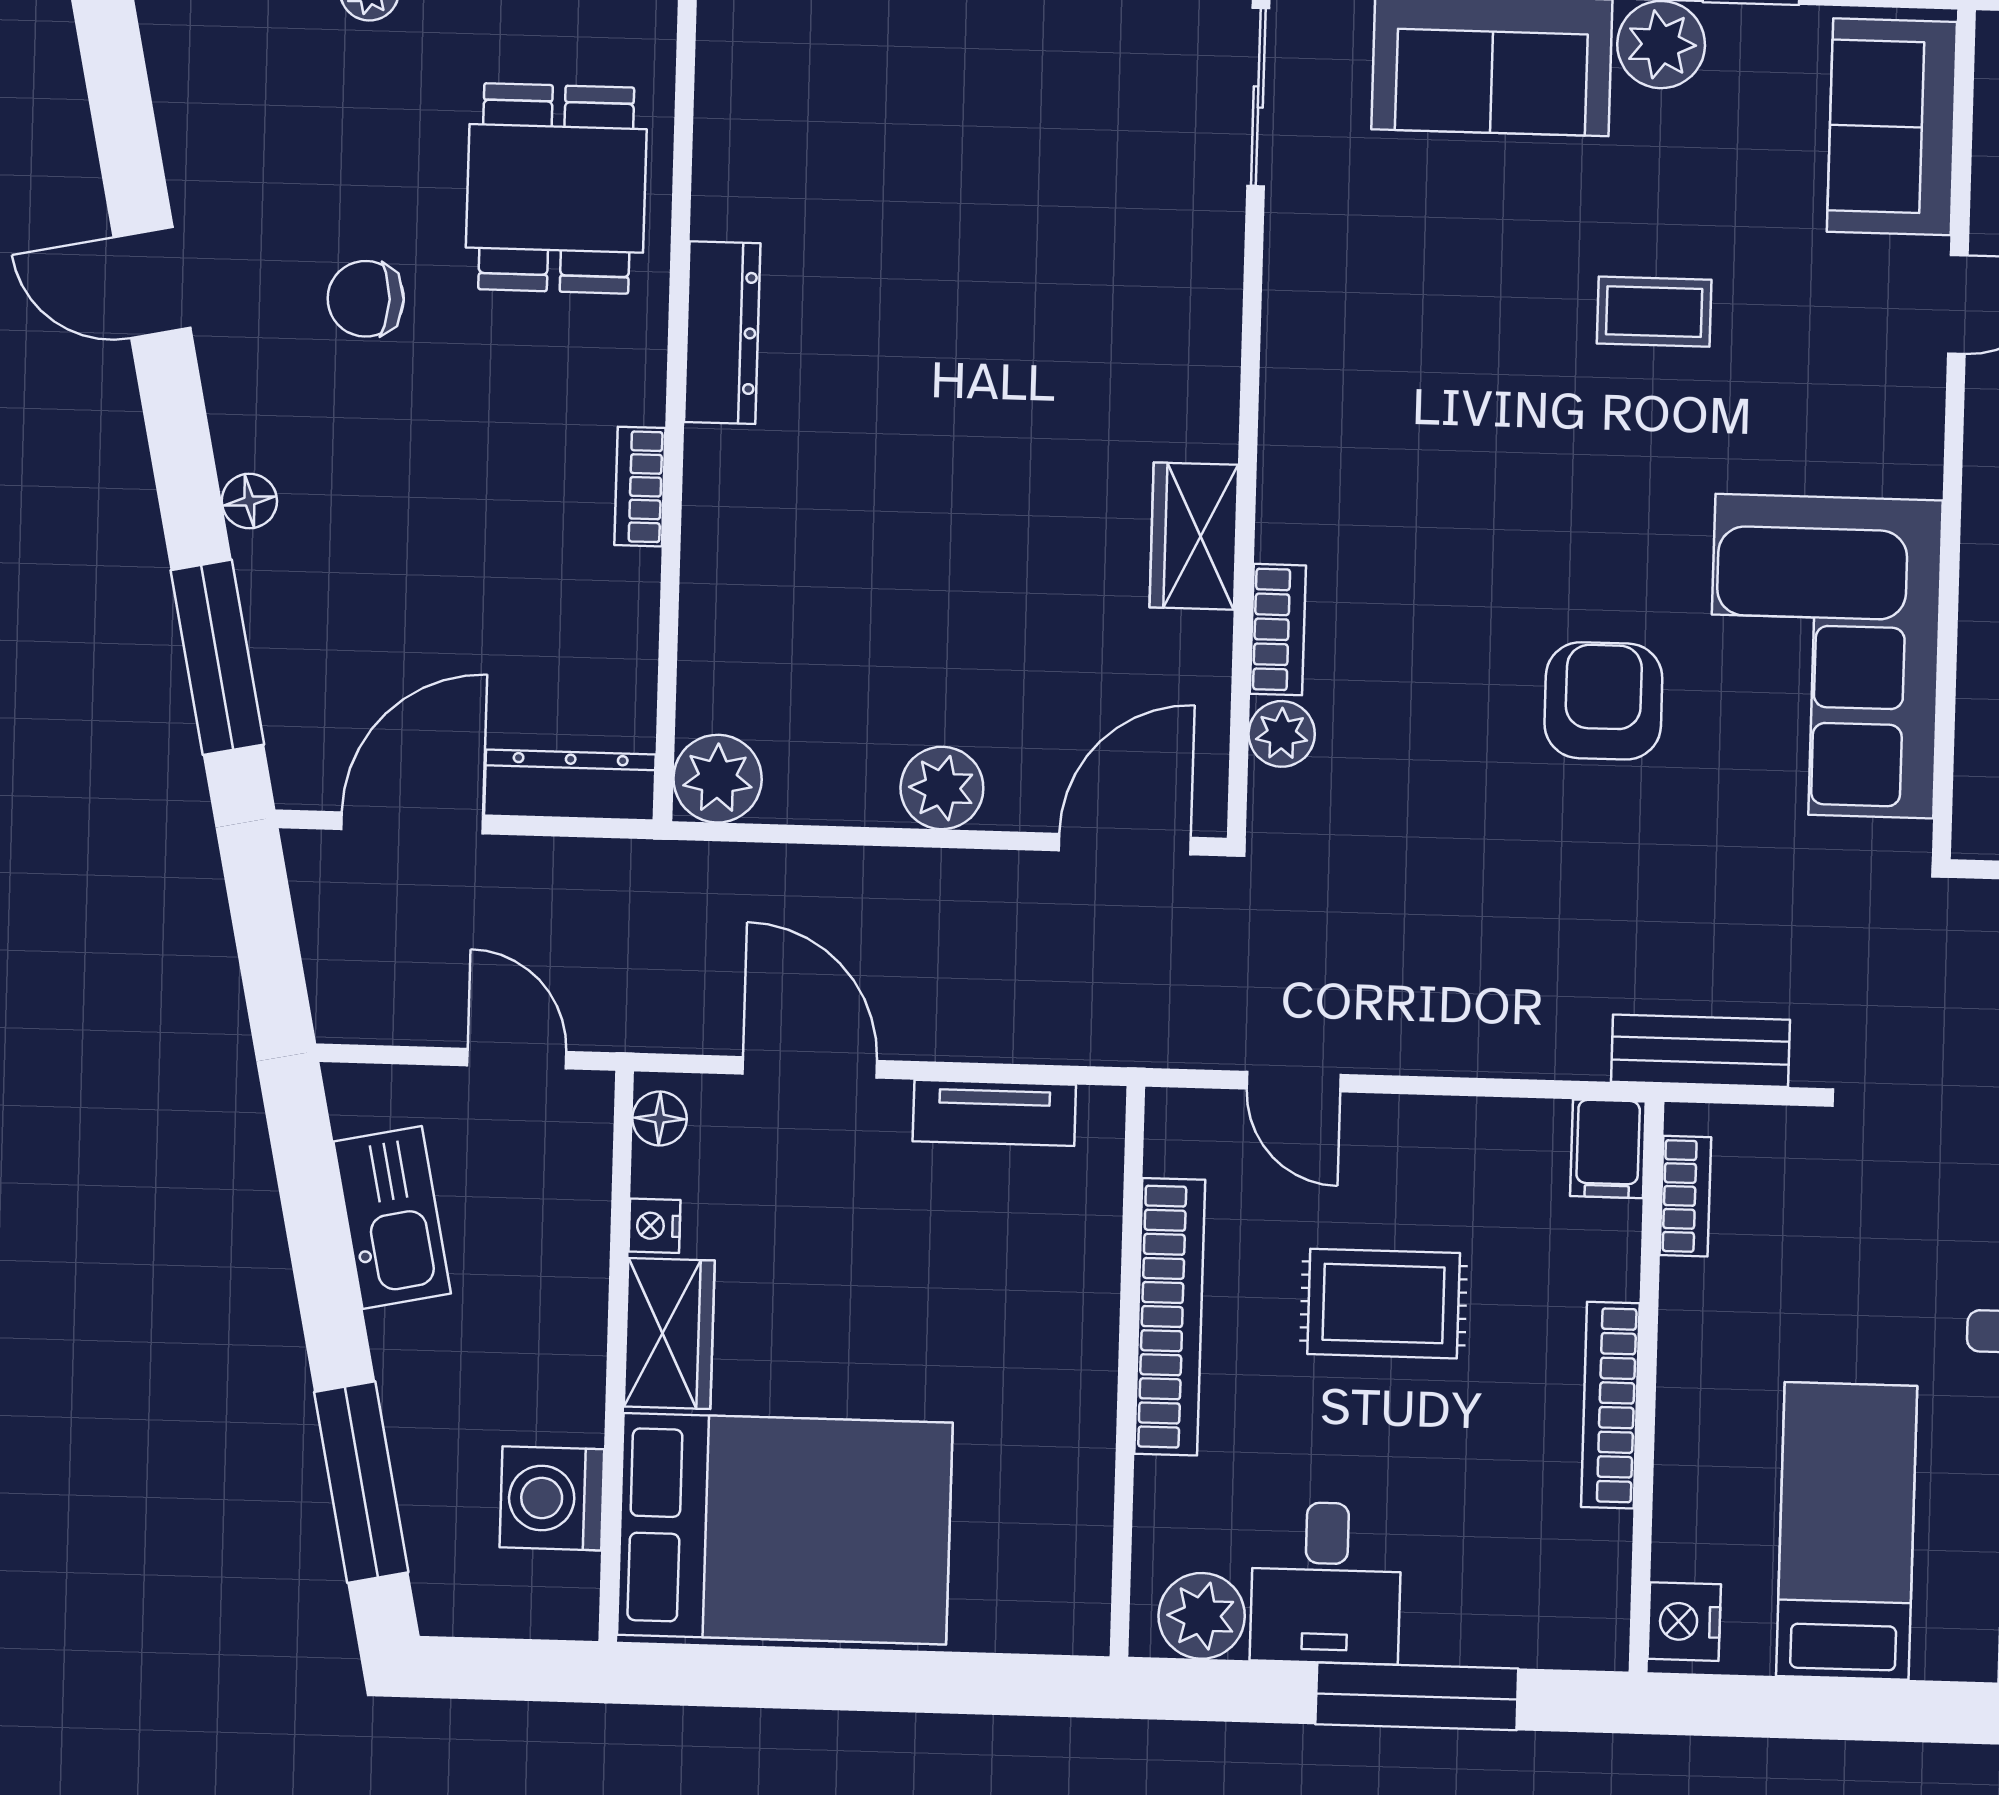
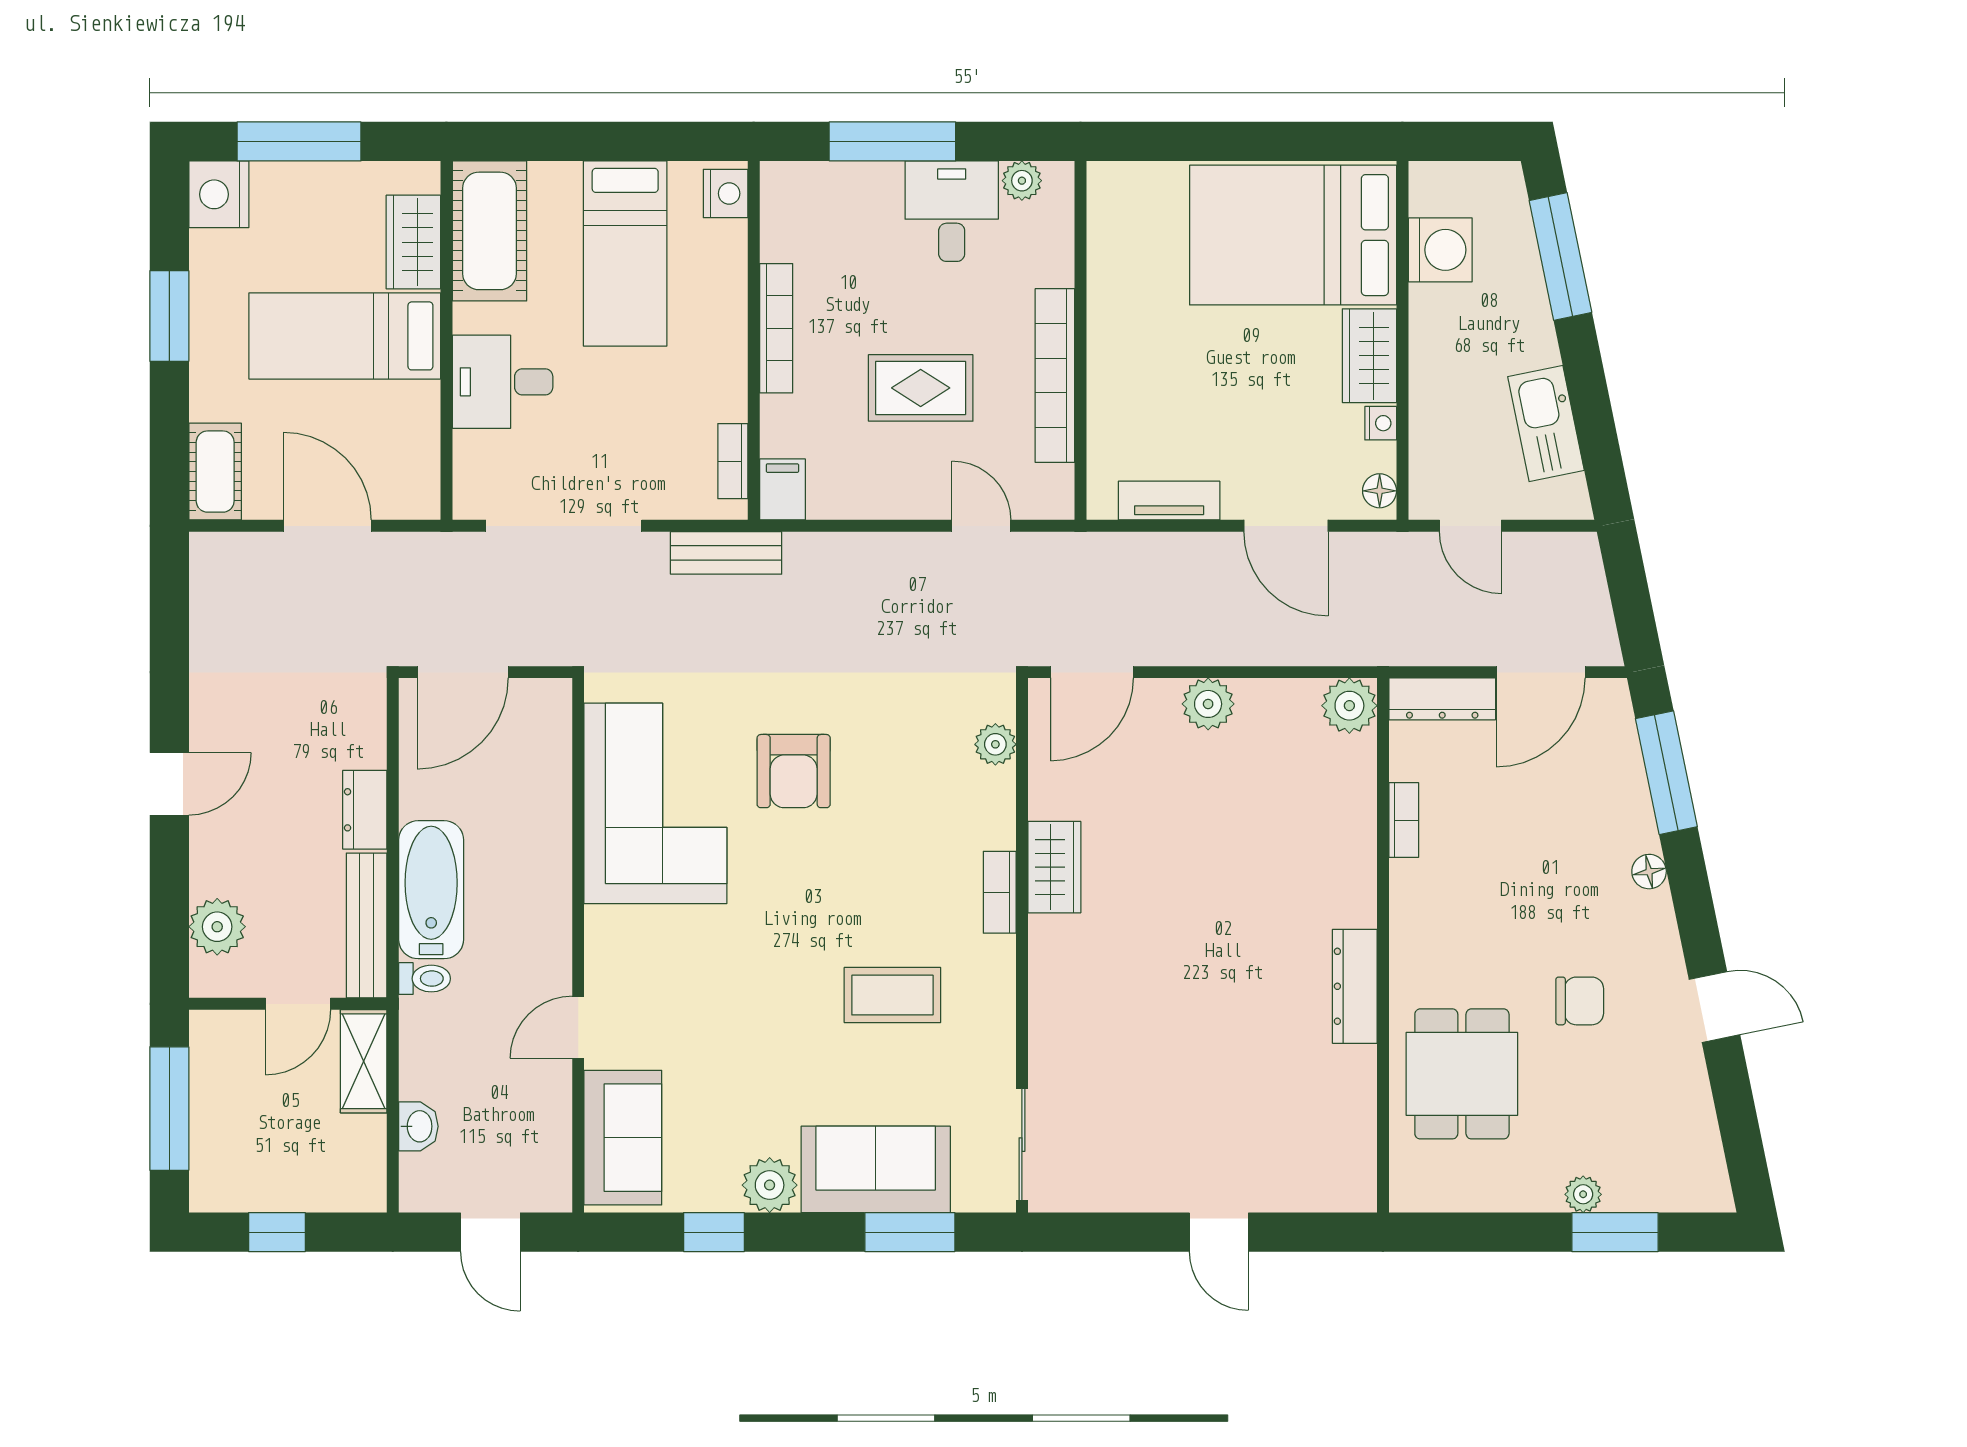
coffee table: (1654, 312) -> (892, 995), moved, width x1.36, depth x1.30
bookcase: (640, 487) -> (1404, 820), moved
bookcase: (1278, 630) -> (1000, 892), moved
plant: (1202, 1616) -> (1022, 181), width x0.73, depth x0.73

